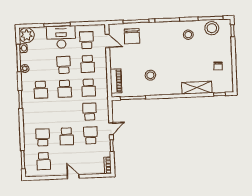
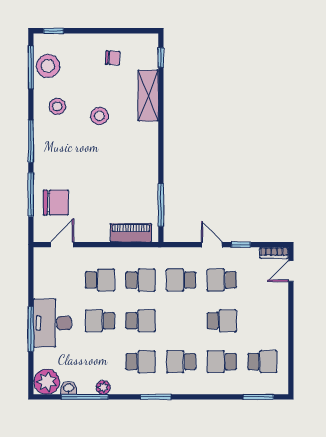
school desk: (87, 40) -> (181, 362), moved
stool: (150, 75) -> (99, 116), moved
door: (73, 177) -> (291, 271), moved

